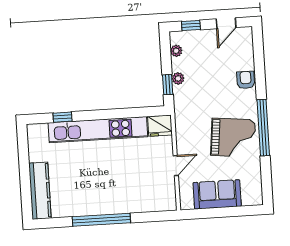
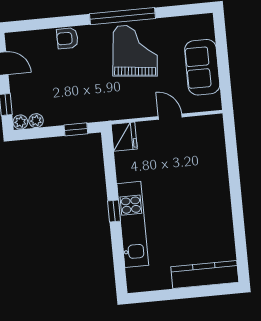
plant: (178, 78) -> (20, 122), moved
window: (63, 117) -> (114, 211), moved
kitchen unit: (98, 130) -> (133, 224), width x0.73
window: (101, 220) -> (236, 202), removed

